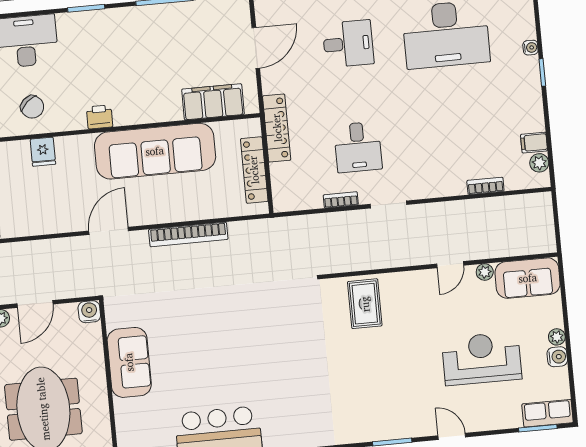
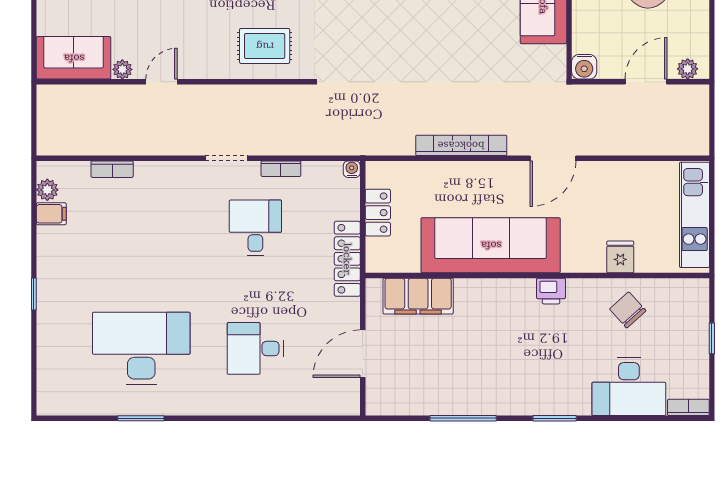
water cooler: (530, 48) -> (352, 169), moved, turned 90
locker: (254, 170) -> (378, 213), width x0.66
rug: (365, 304) -> (265, 46), turned 90

